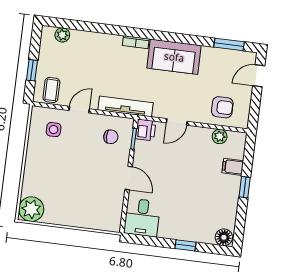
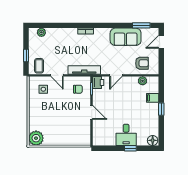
sofa: (174, 57) -> (126, 37), moved
door: (79, 110) -> (57, 75), swing flipped
desk: (142, 218) -> (126, 135), moved

